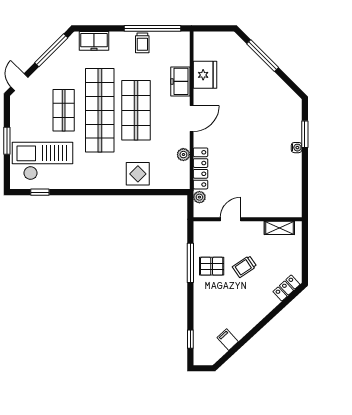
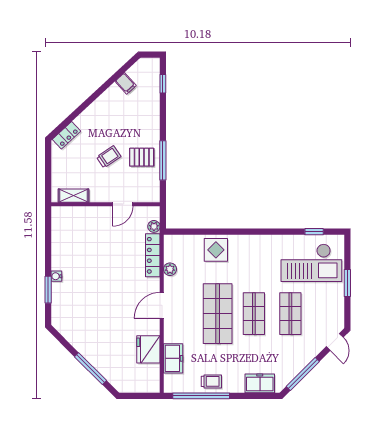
trolley: (142, 43) -> (211, 381), turned 90
freezer: (180, 81) -> (173, 358), moved
shop shelf: (100, 110) -> (254, 314), width x0.50, depth x0.74

